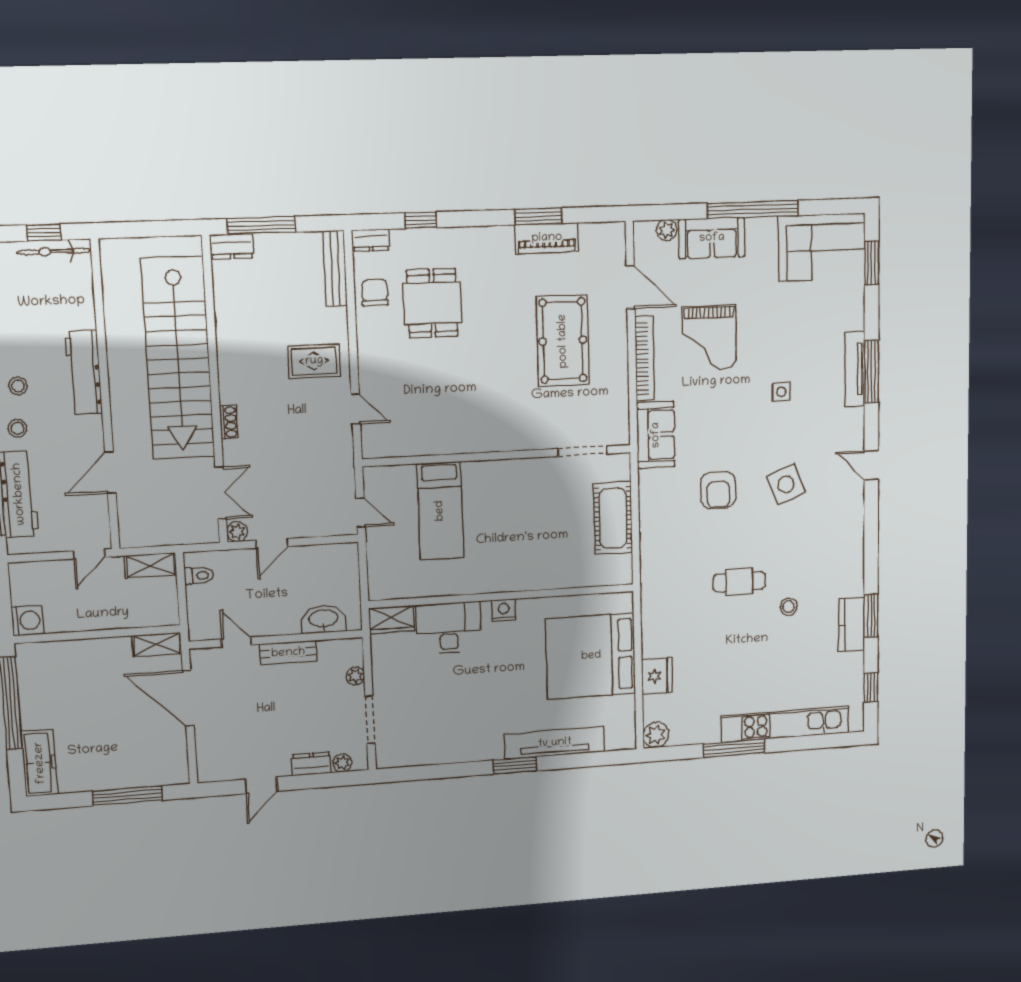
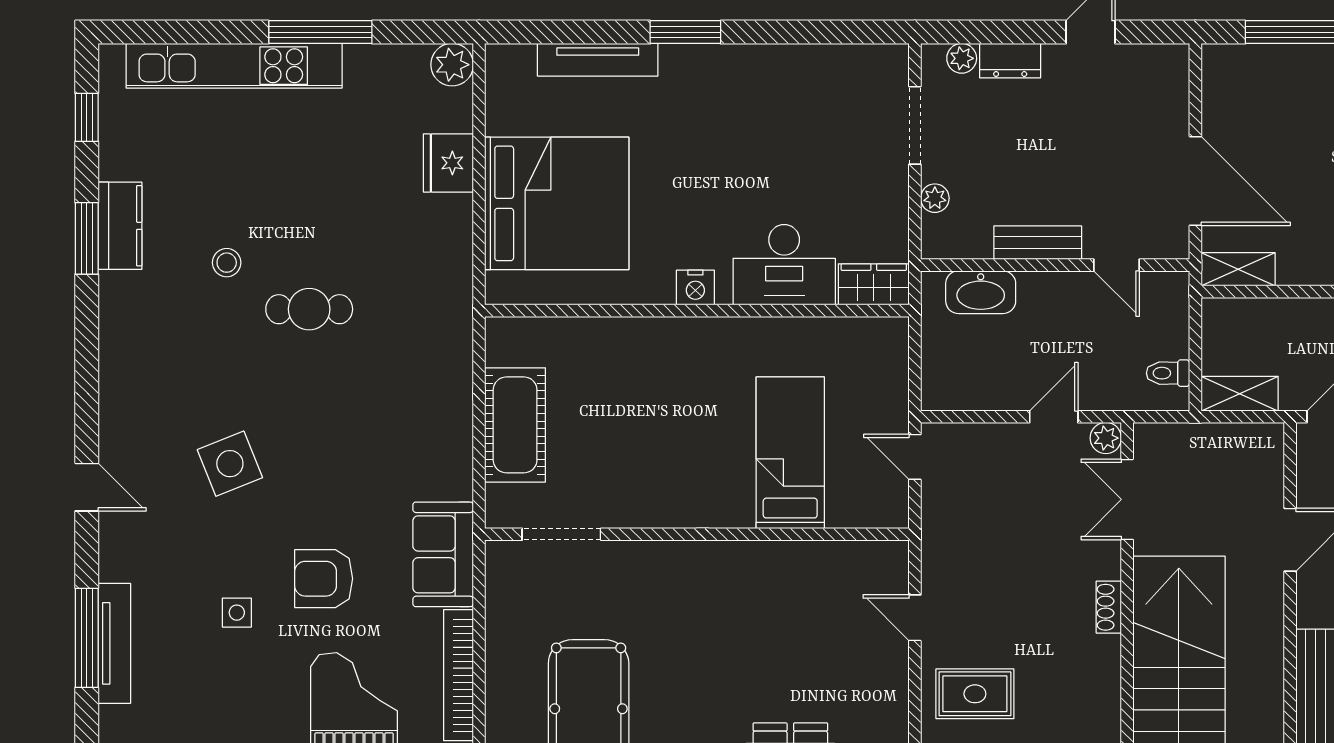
armchair: (718, 490) -> (324, 579), moved, turned -90
tv unit: (555, 743) -> (598, 60), width x0.73, depth x0.78

